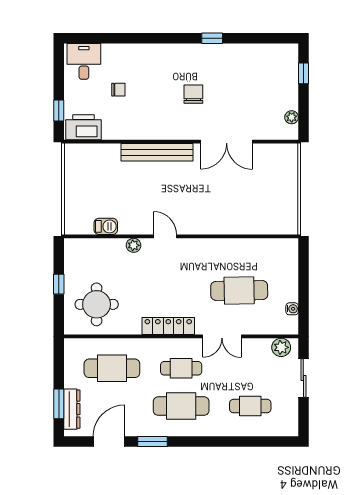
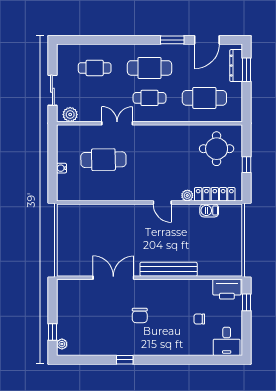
plant: (292, 117) -> (62, 344), moved
water cooler: (292, 309) -> (61, 168), moved
locker: (168, 326) -> (215, 194), moved, turned 180

